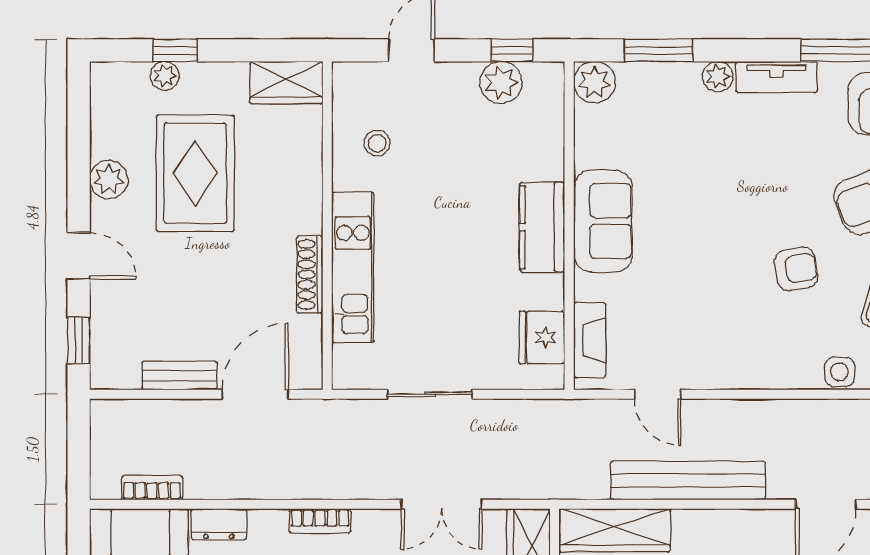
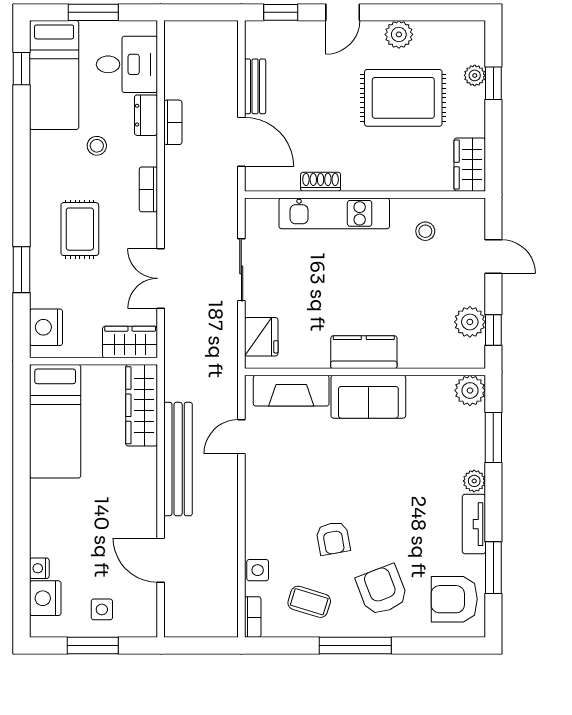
shoe rack: (310, 274) -> (321, 182), width x0.70
fridge: (542, 337) -> (261, 337), moved, turned 90
fireplace: (590, 340) -> (291, 391), width x1.37, depth x1.32
bookcase: (152, 488) -> (173, 122), moved

